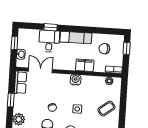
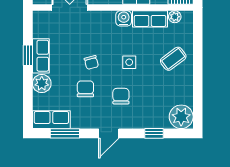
row of seats: (93, 81) -> (150, 19), added
row of seats: (20, 83) -> (41, 56), moved

